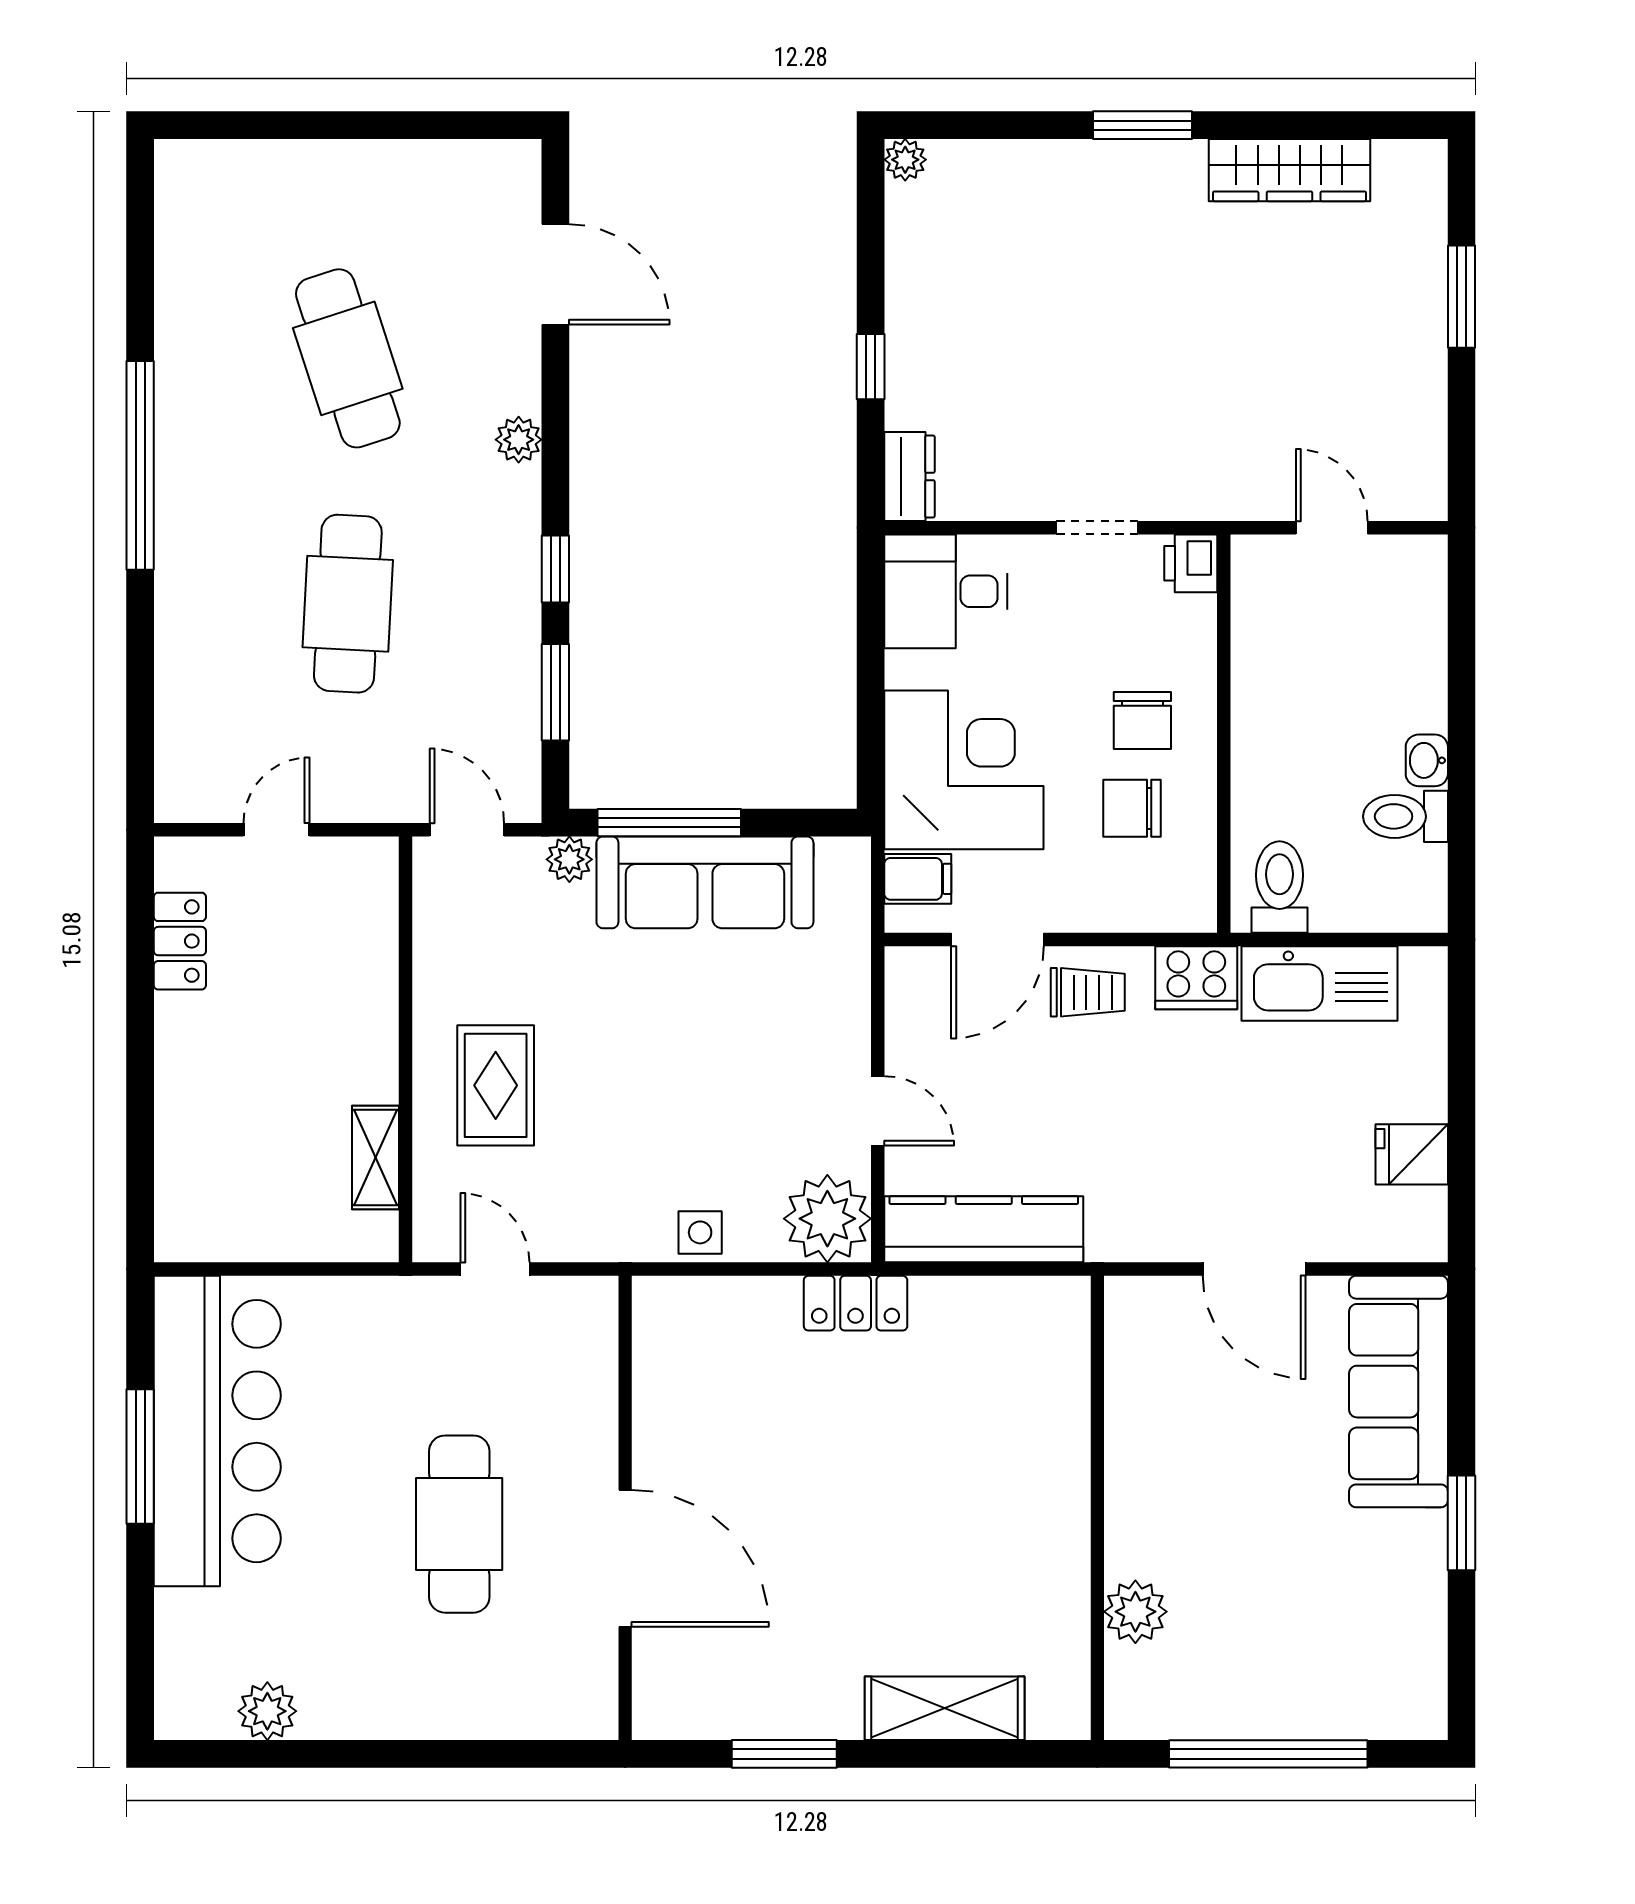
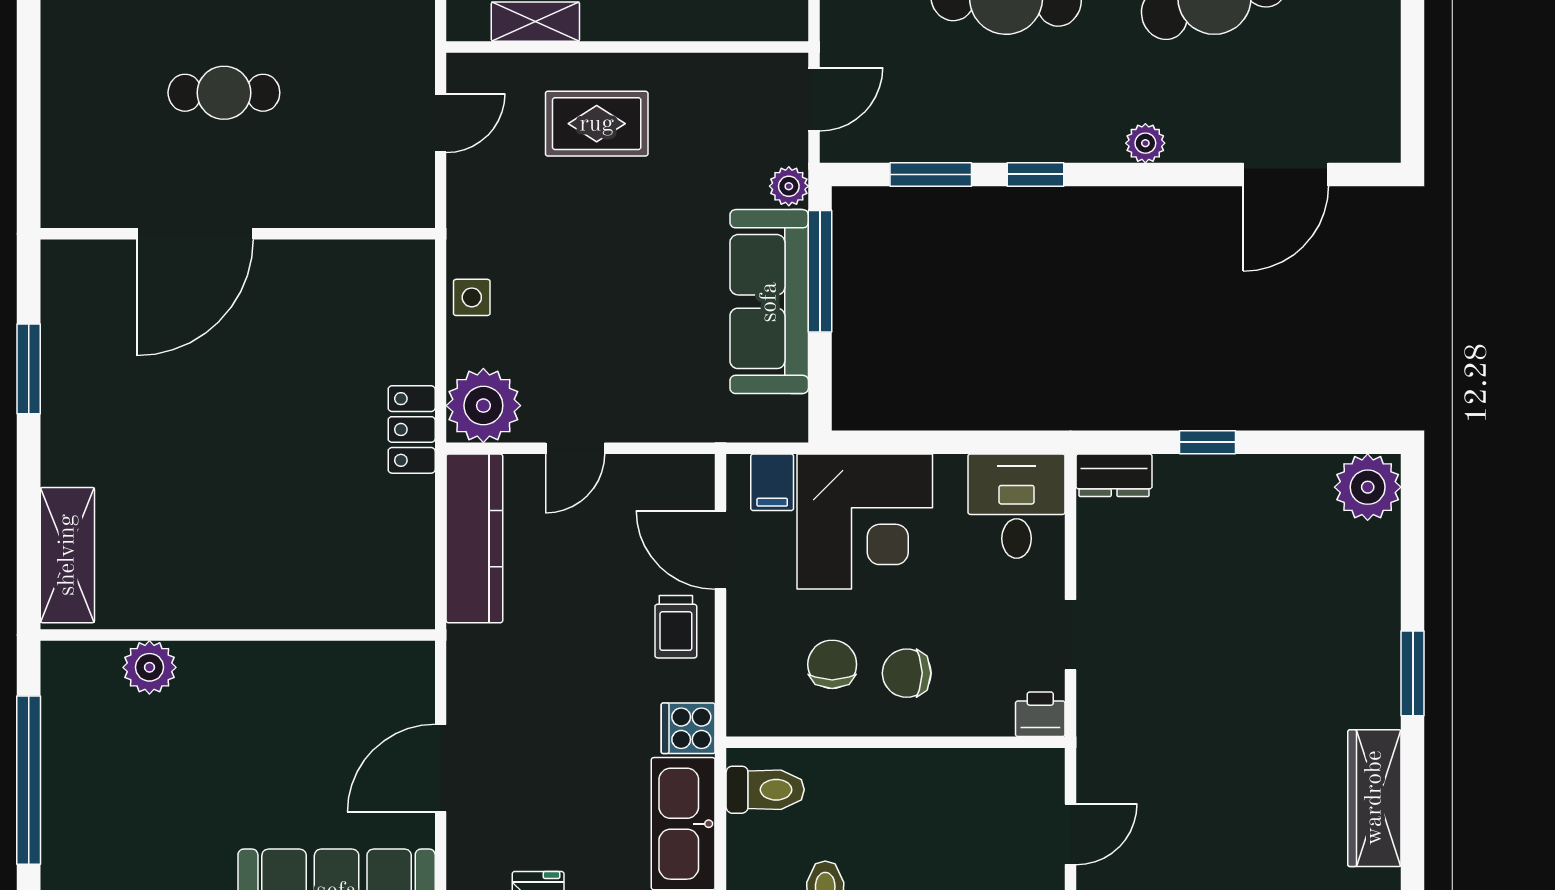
plant: (905, 160) -> (1368, 487), width x1.88, depth x1.88
cooker: (1196, 978) -> (688, 728), width x0.73
cafe table: (459, 1524) -> (224, 93), width x0.73, depth x0.74
shelving: (945, 1708) -> (67, 555), moved

